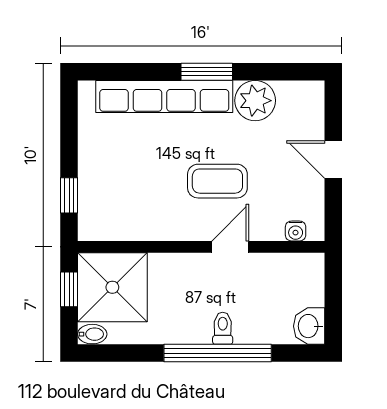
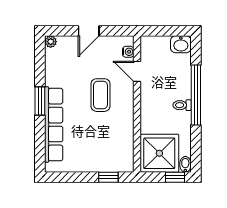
plant: (255, 101) -> (51, 42), moved, width x0.53, depth x0.53
door: (230, 247) -> (137, 71), moved
window: (69, 289) -> (175, 177), moved
toilet: (223, 328) -> (182, 105), moved

